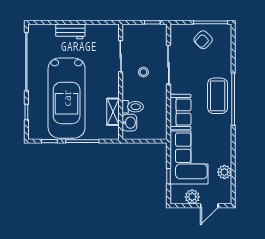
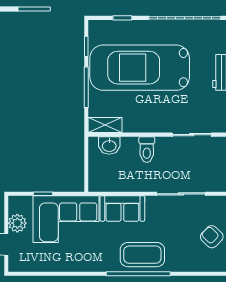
stool: (143, 72) -> (172, 163), removed
toilet: (133, 107) -> (147, 150), moved
shelving: (113, 112) -> (105, 125), moved
plant: (224, 172) -> (48, 263), removed

